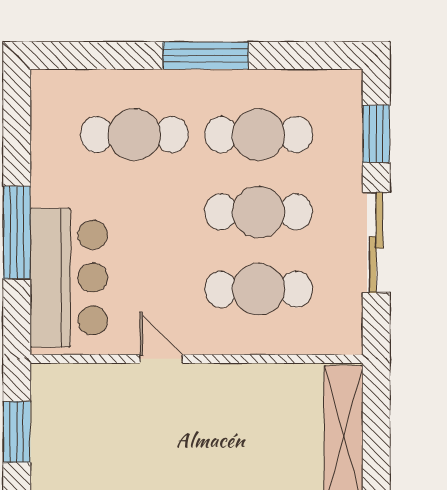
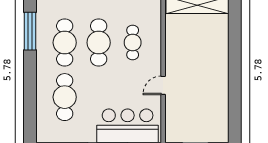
window: (206, 56) -> (30, 31), moved
cafe table: (259, 289) -> (133, 43), width x0.73, depth x0.74

